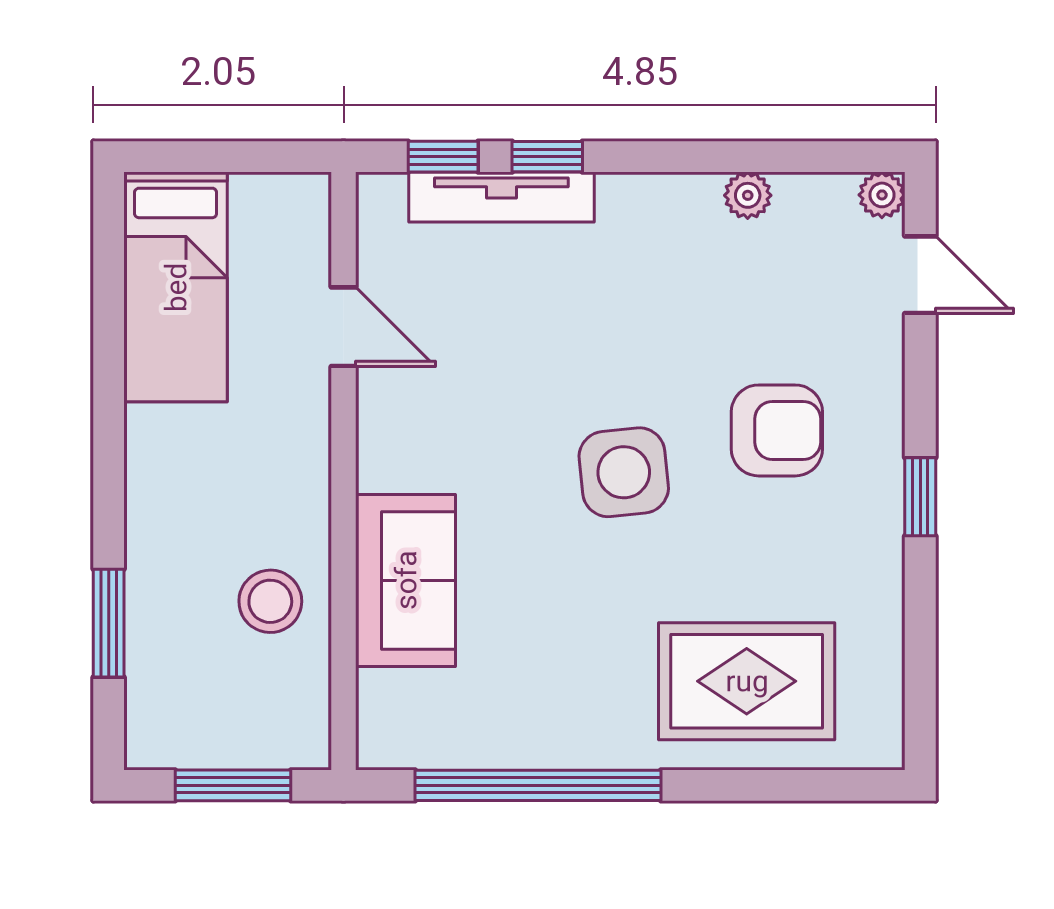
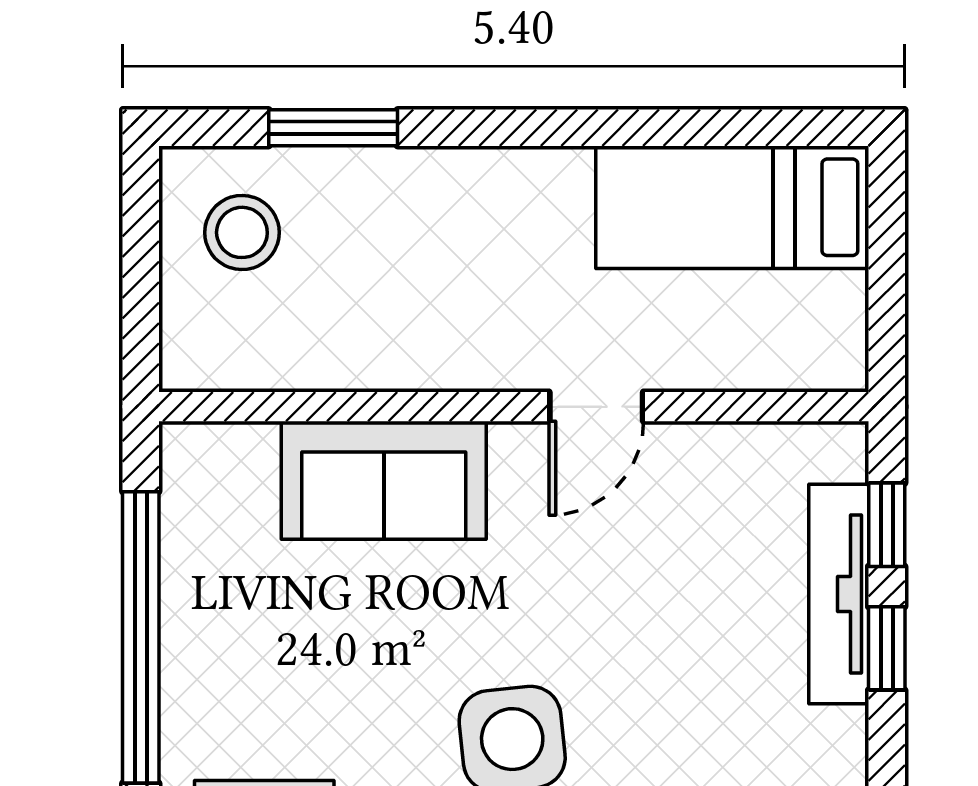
door: (344, 327) -> (596, 407), moved
stool: (270, 601) -> (242, 232), moved
window: (233, 785) -> (141, 275), removed

